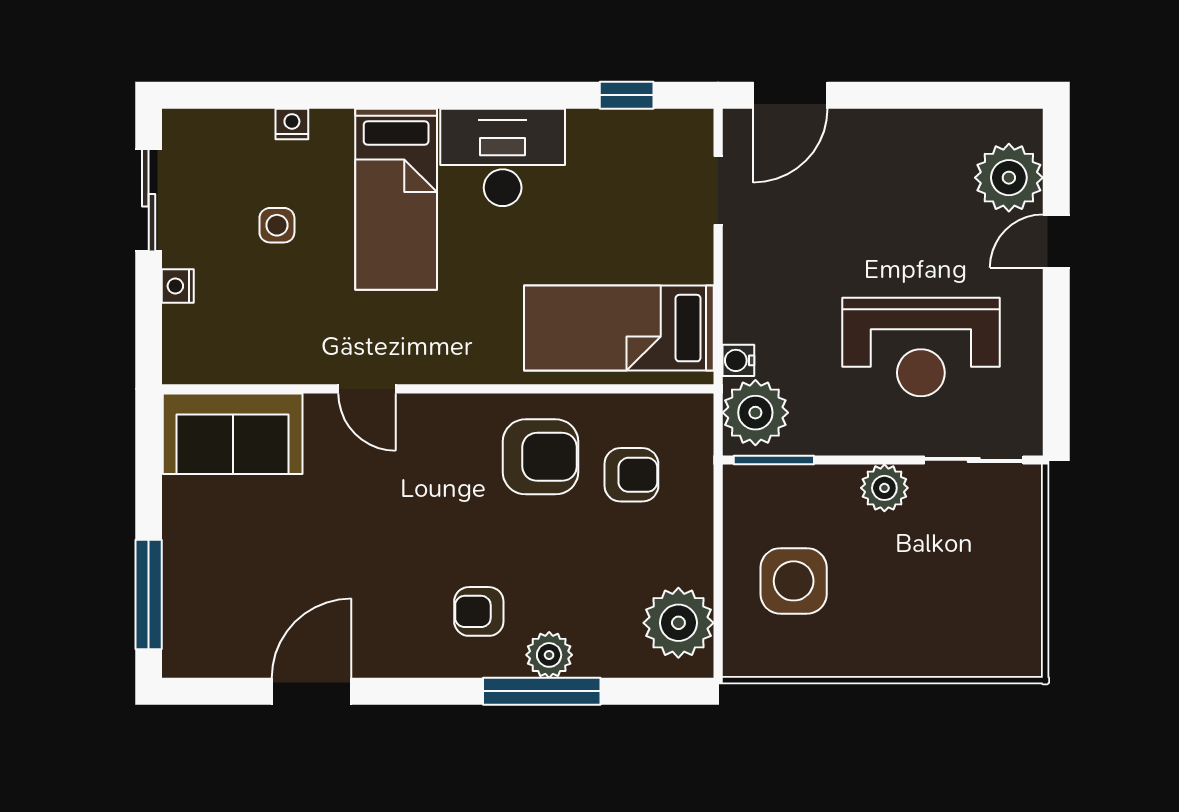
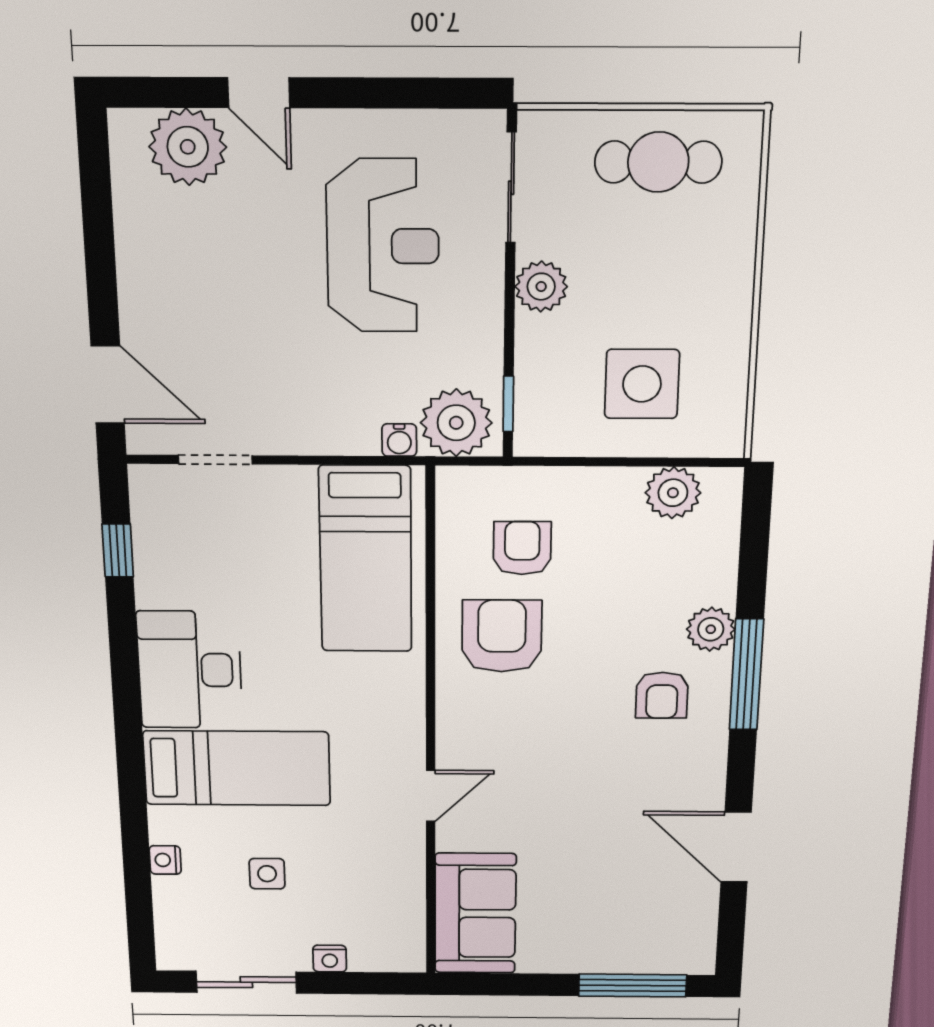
window: (774, 460) -> (508, 404), width x0.67
cafe table: (997, 588) -> (658, 162), added
plant: (678, 623) -> (673, 493), width x0.73, depth x0.73
window: (542, 691) -> (746, 675), moved

